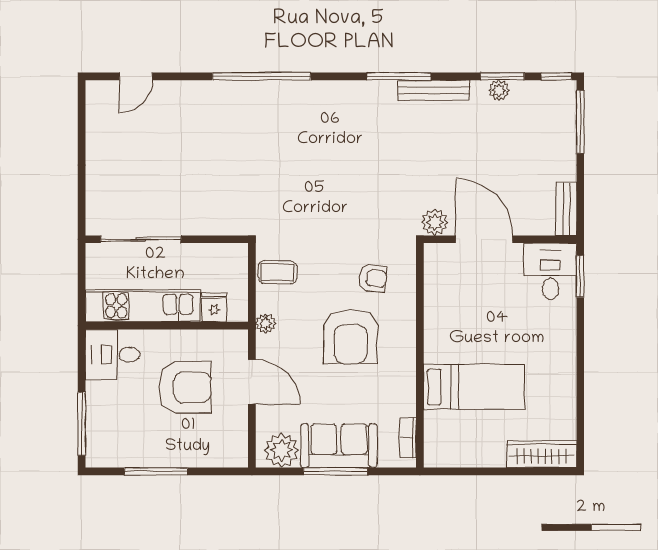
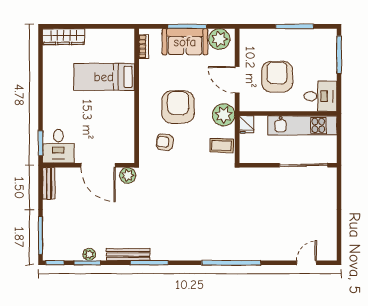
fridge: (214, 307) -> (247, 124), moved
plant: (266, 324) -> (224, 115), width x1.88, depth x1.88
armchair: (185, 387) -> (277, 77), turned 90

